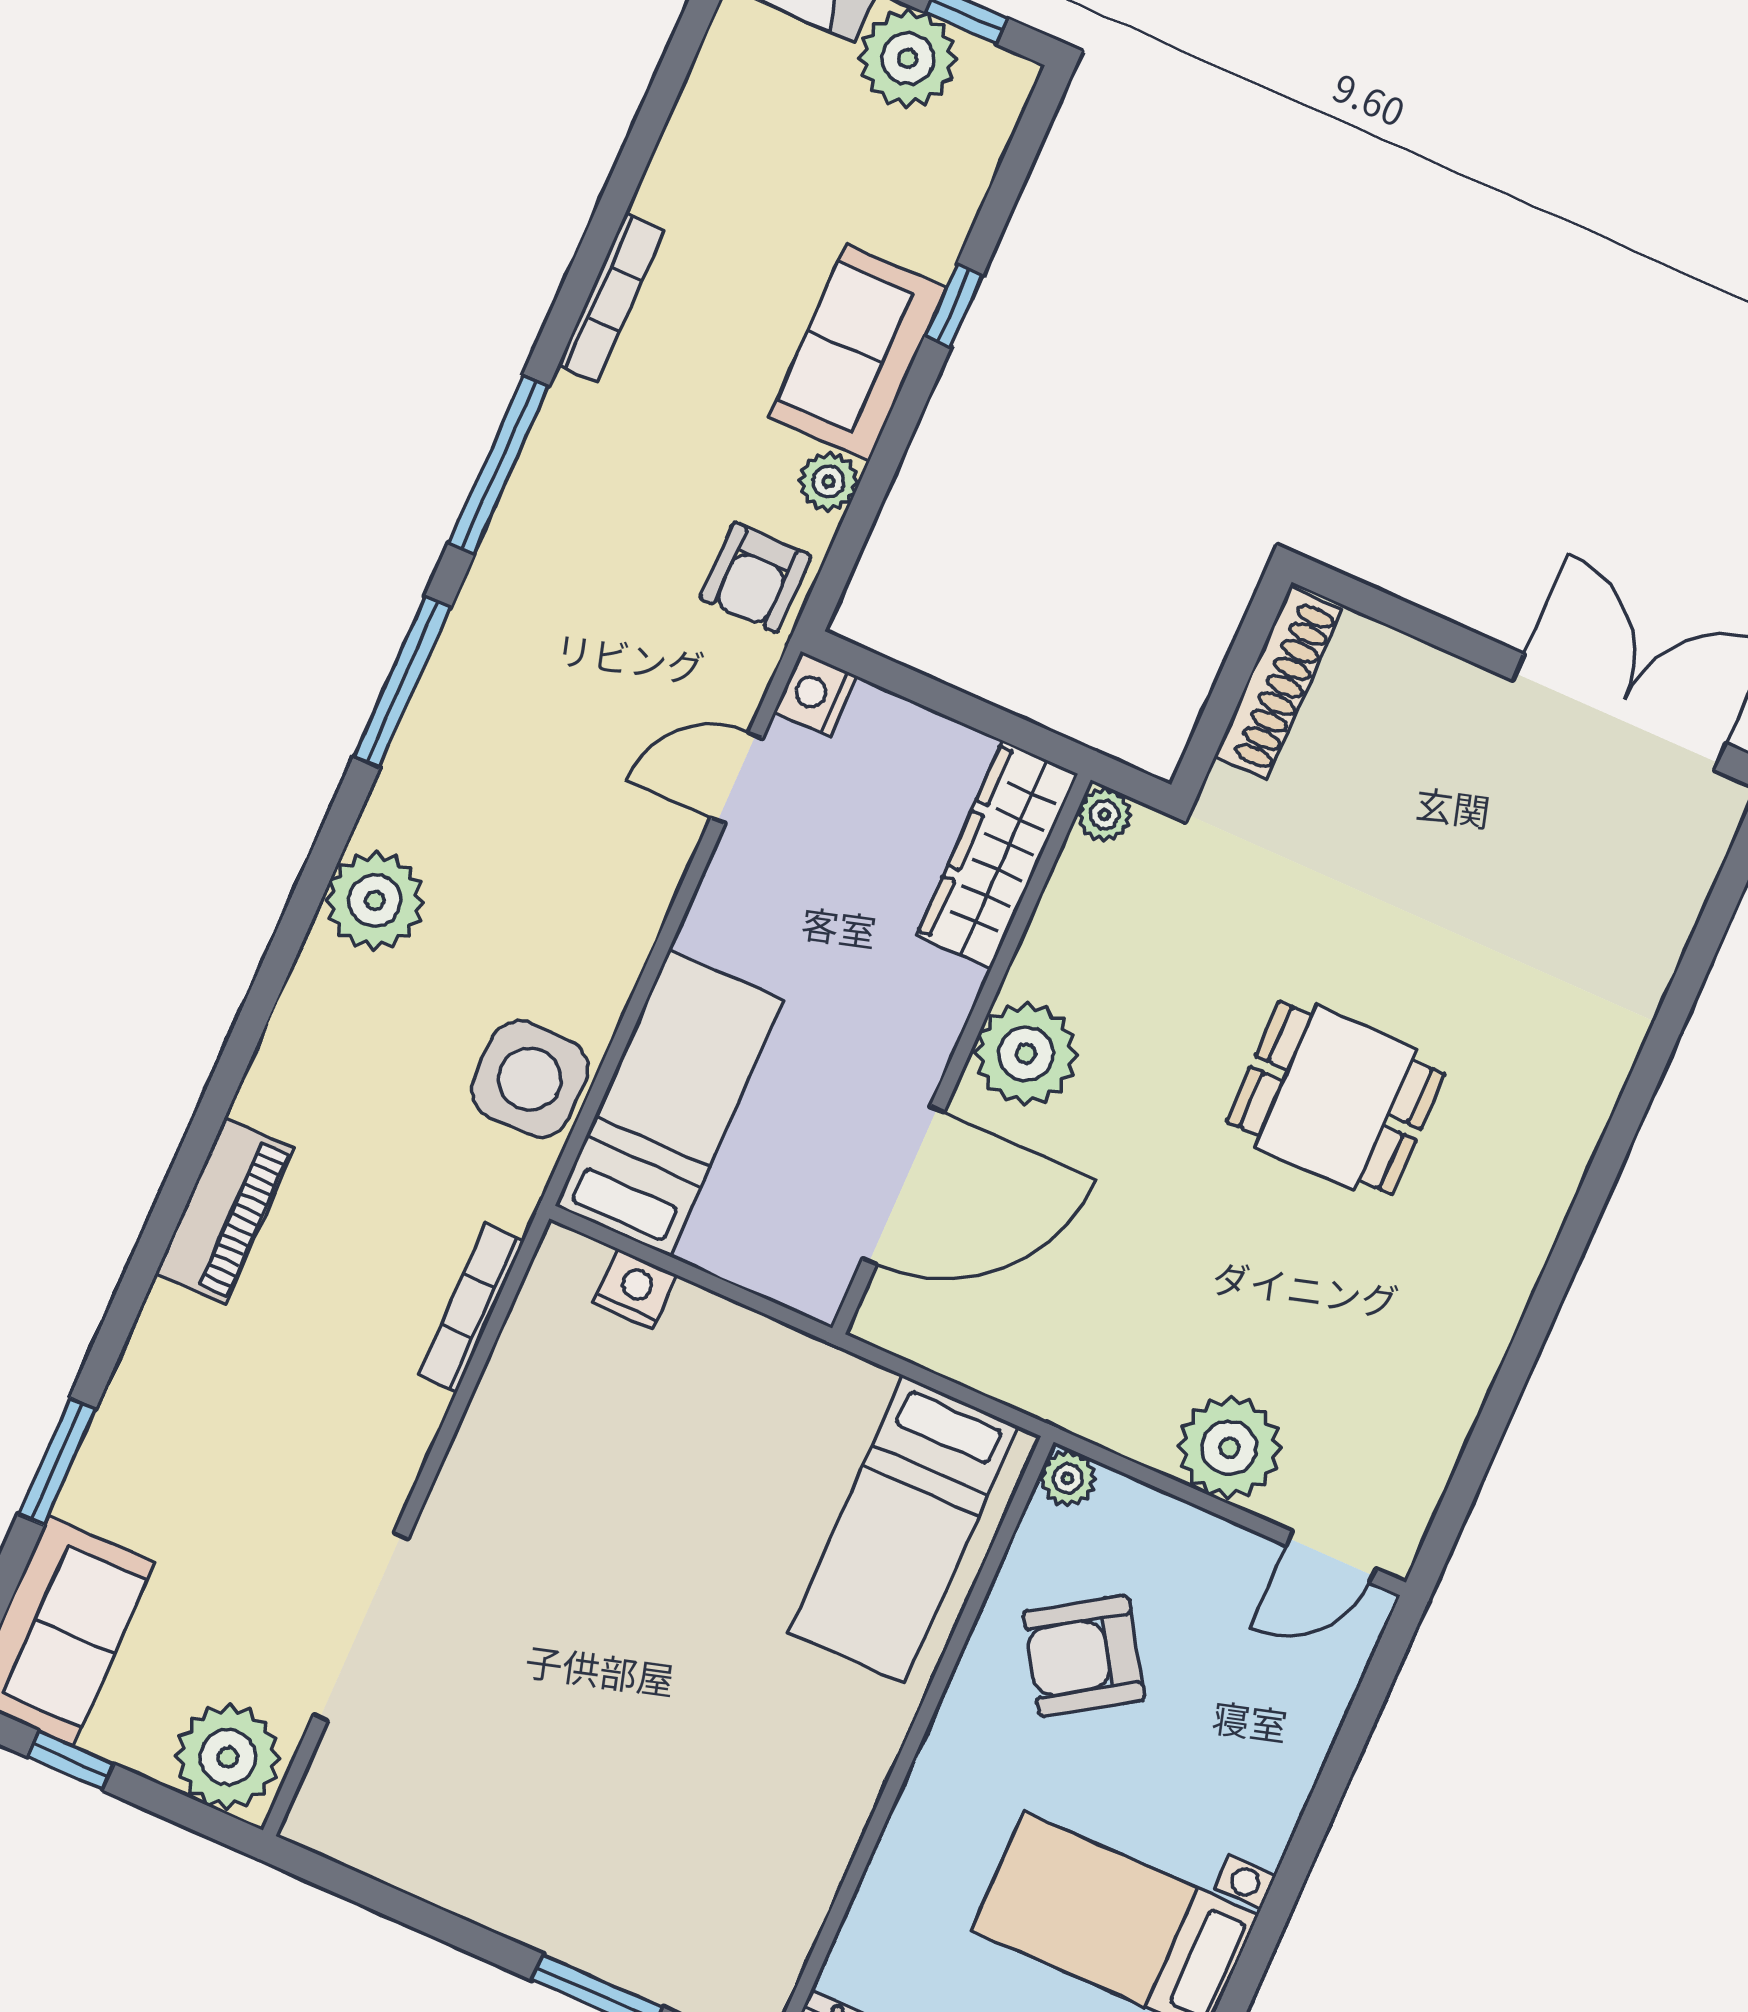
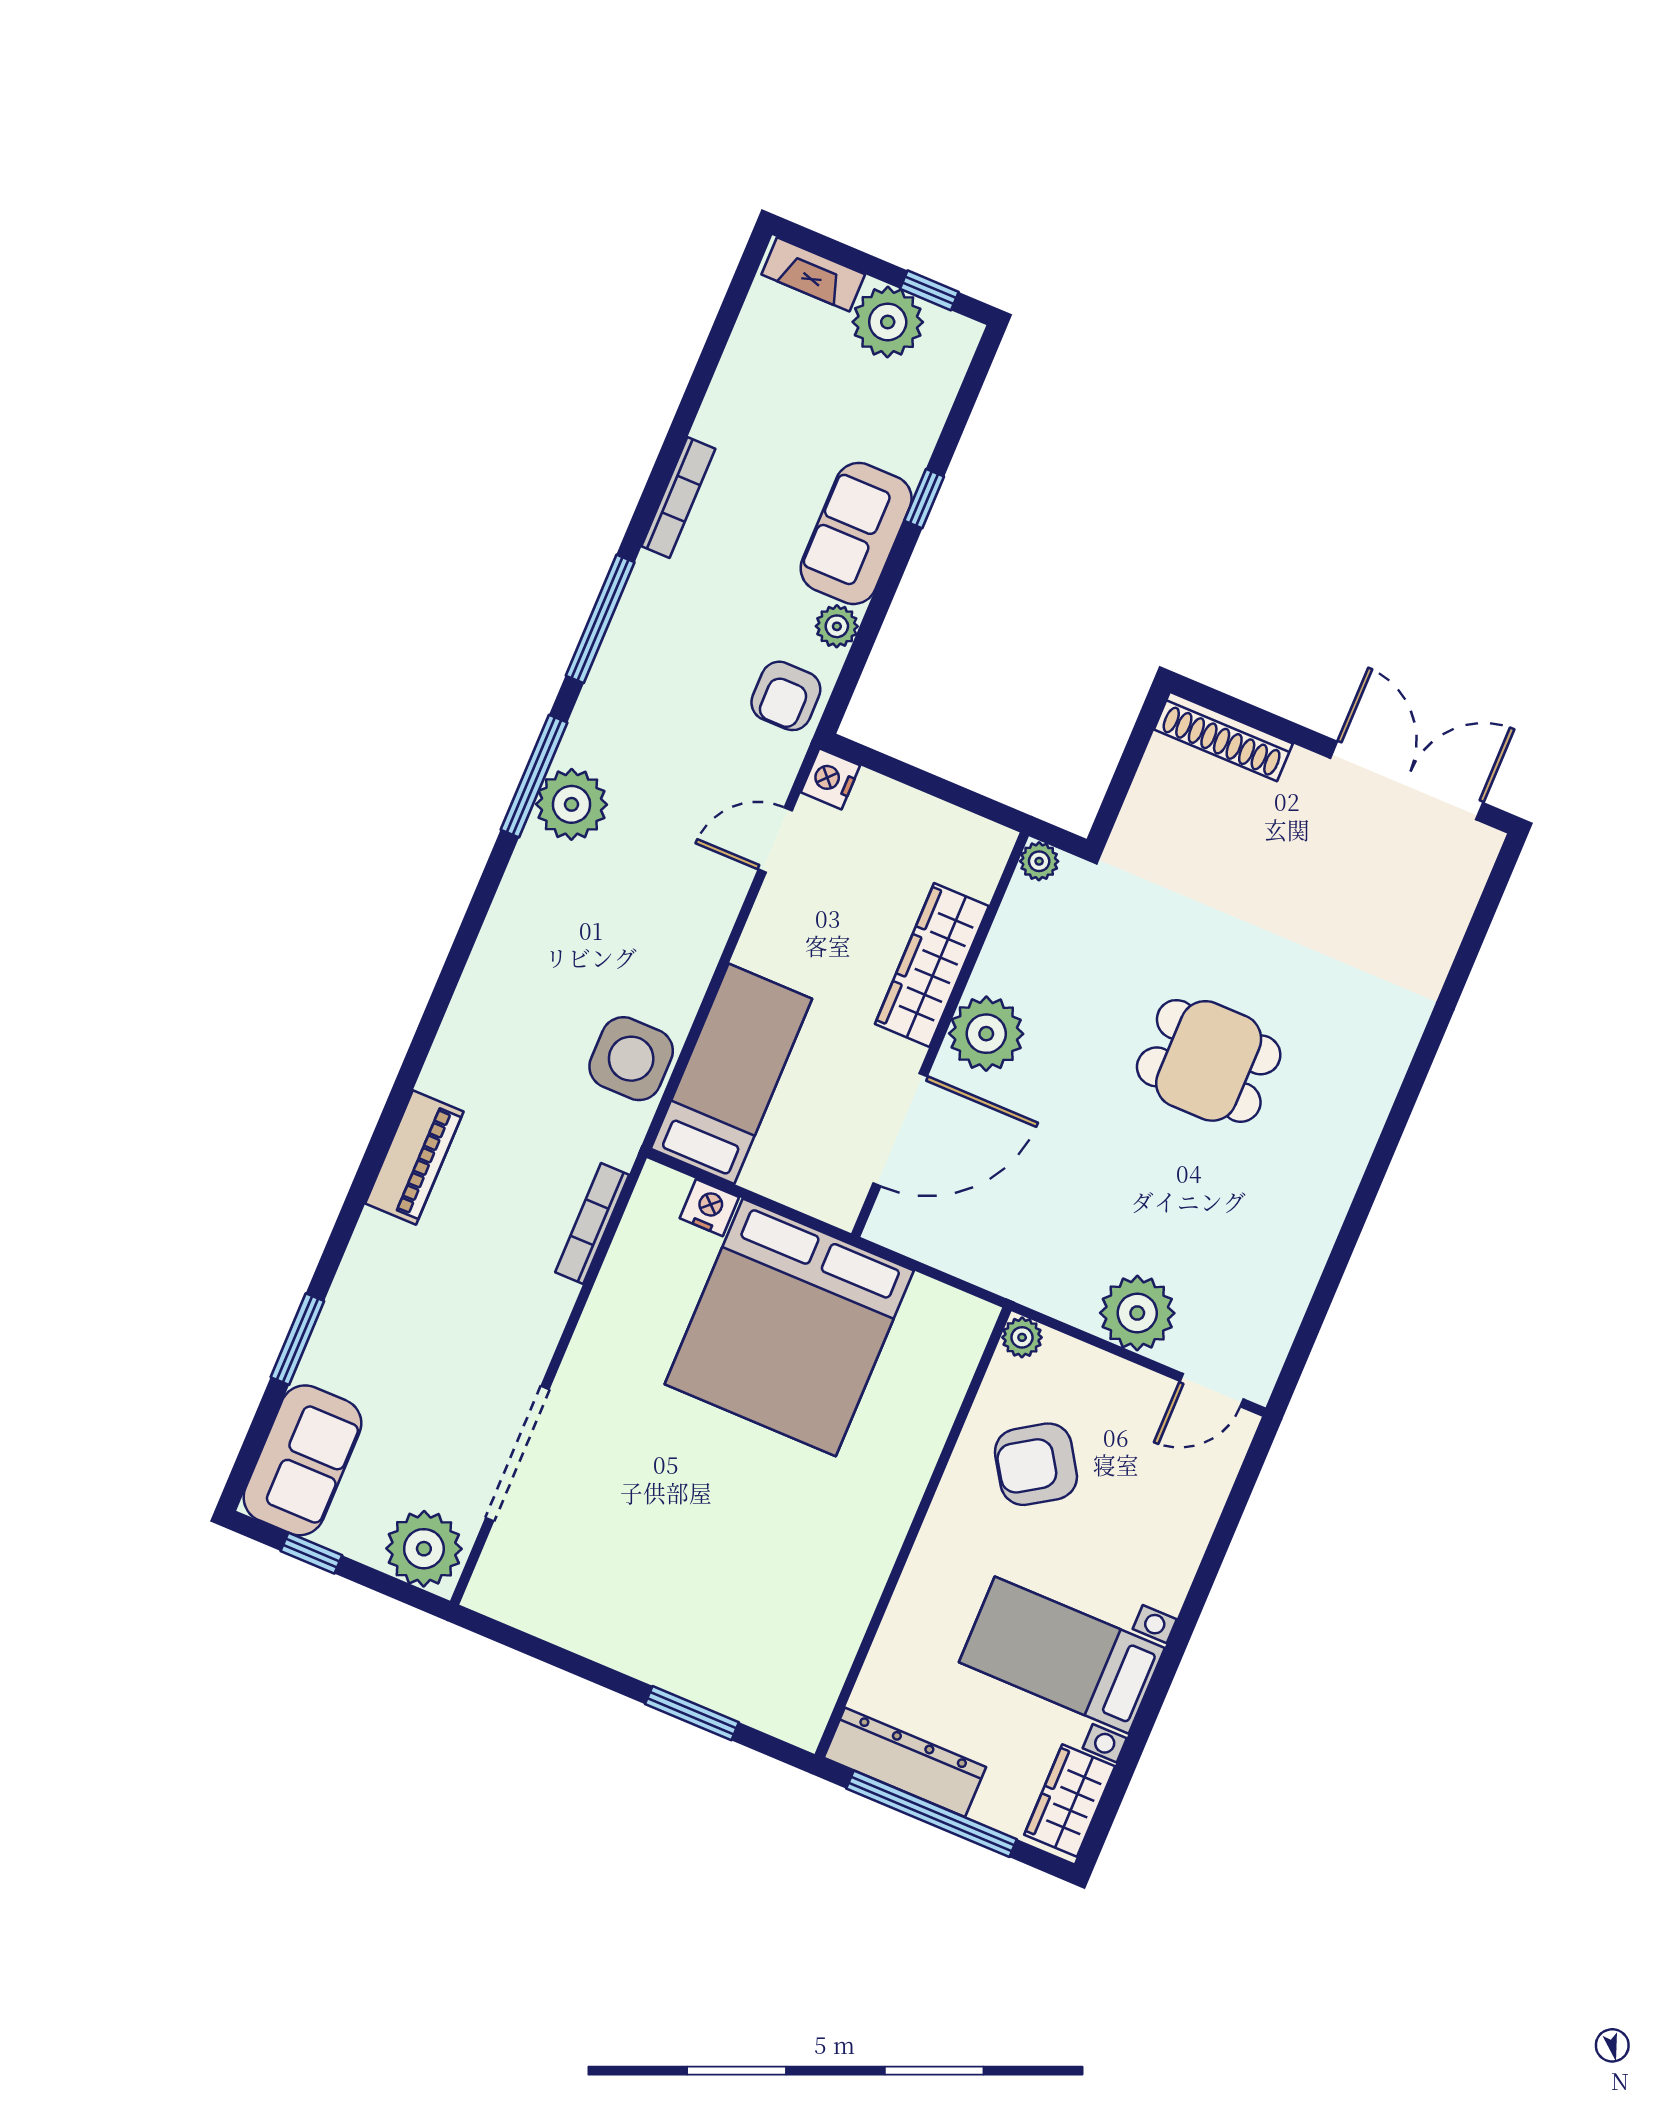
shoe rack: (1278, 683) -> (1223, 737), moved, turned 90
wardrobe: (997, 855) -> (932, 965), moved
plant: (375, 901) -> (571, 804), moved
bed: (904, 1529) -> (789, 1327), moved, width x2.04

